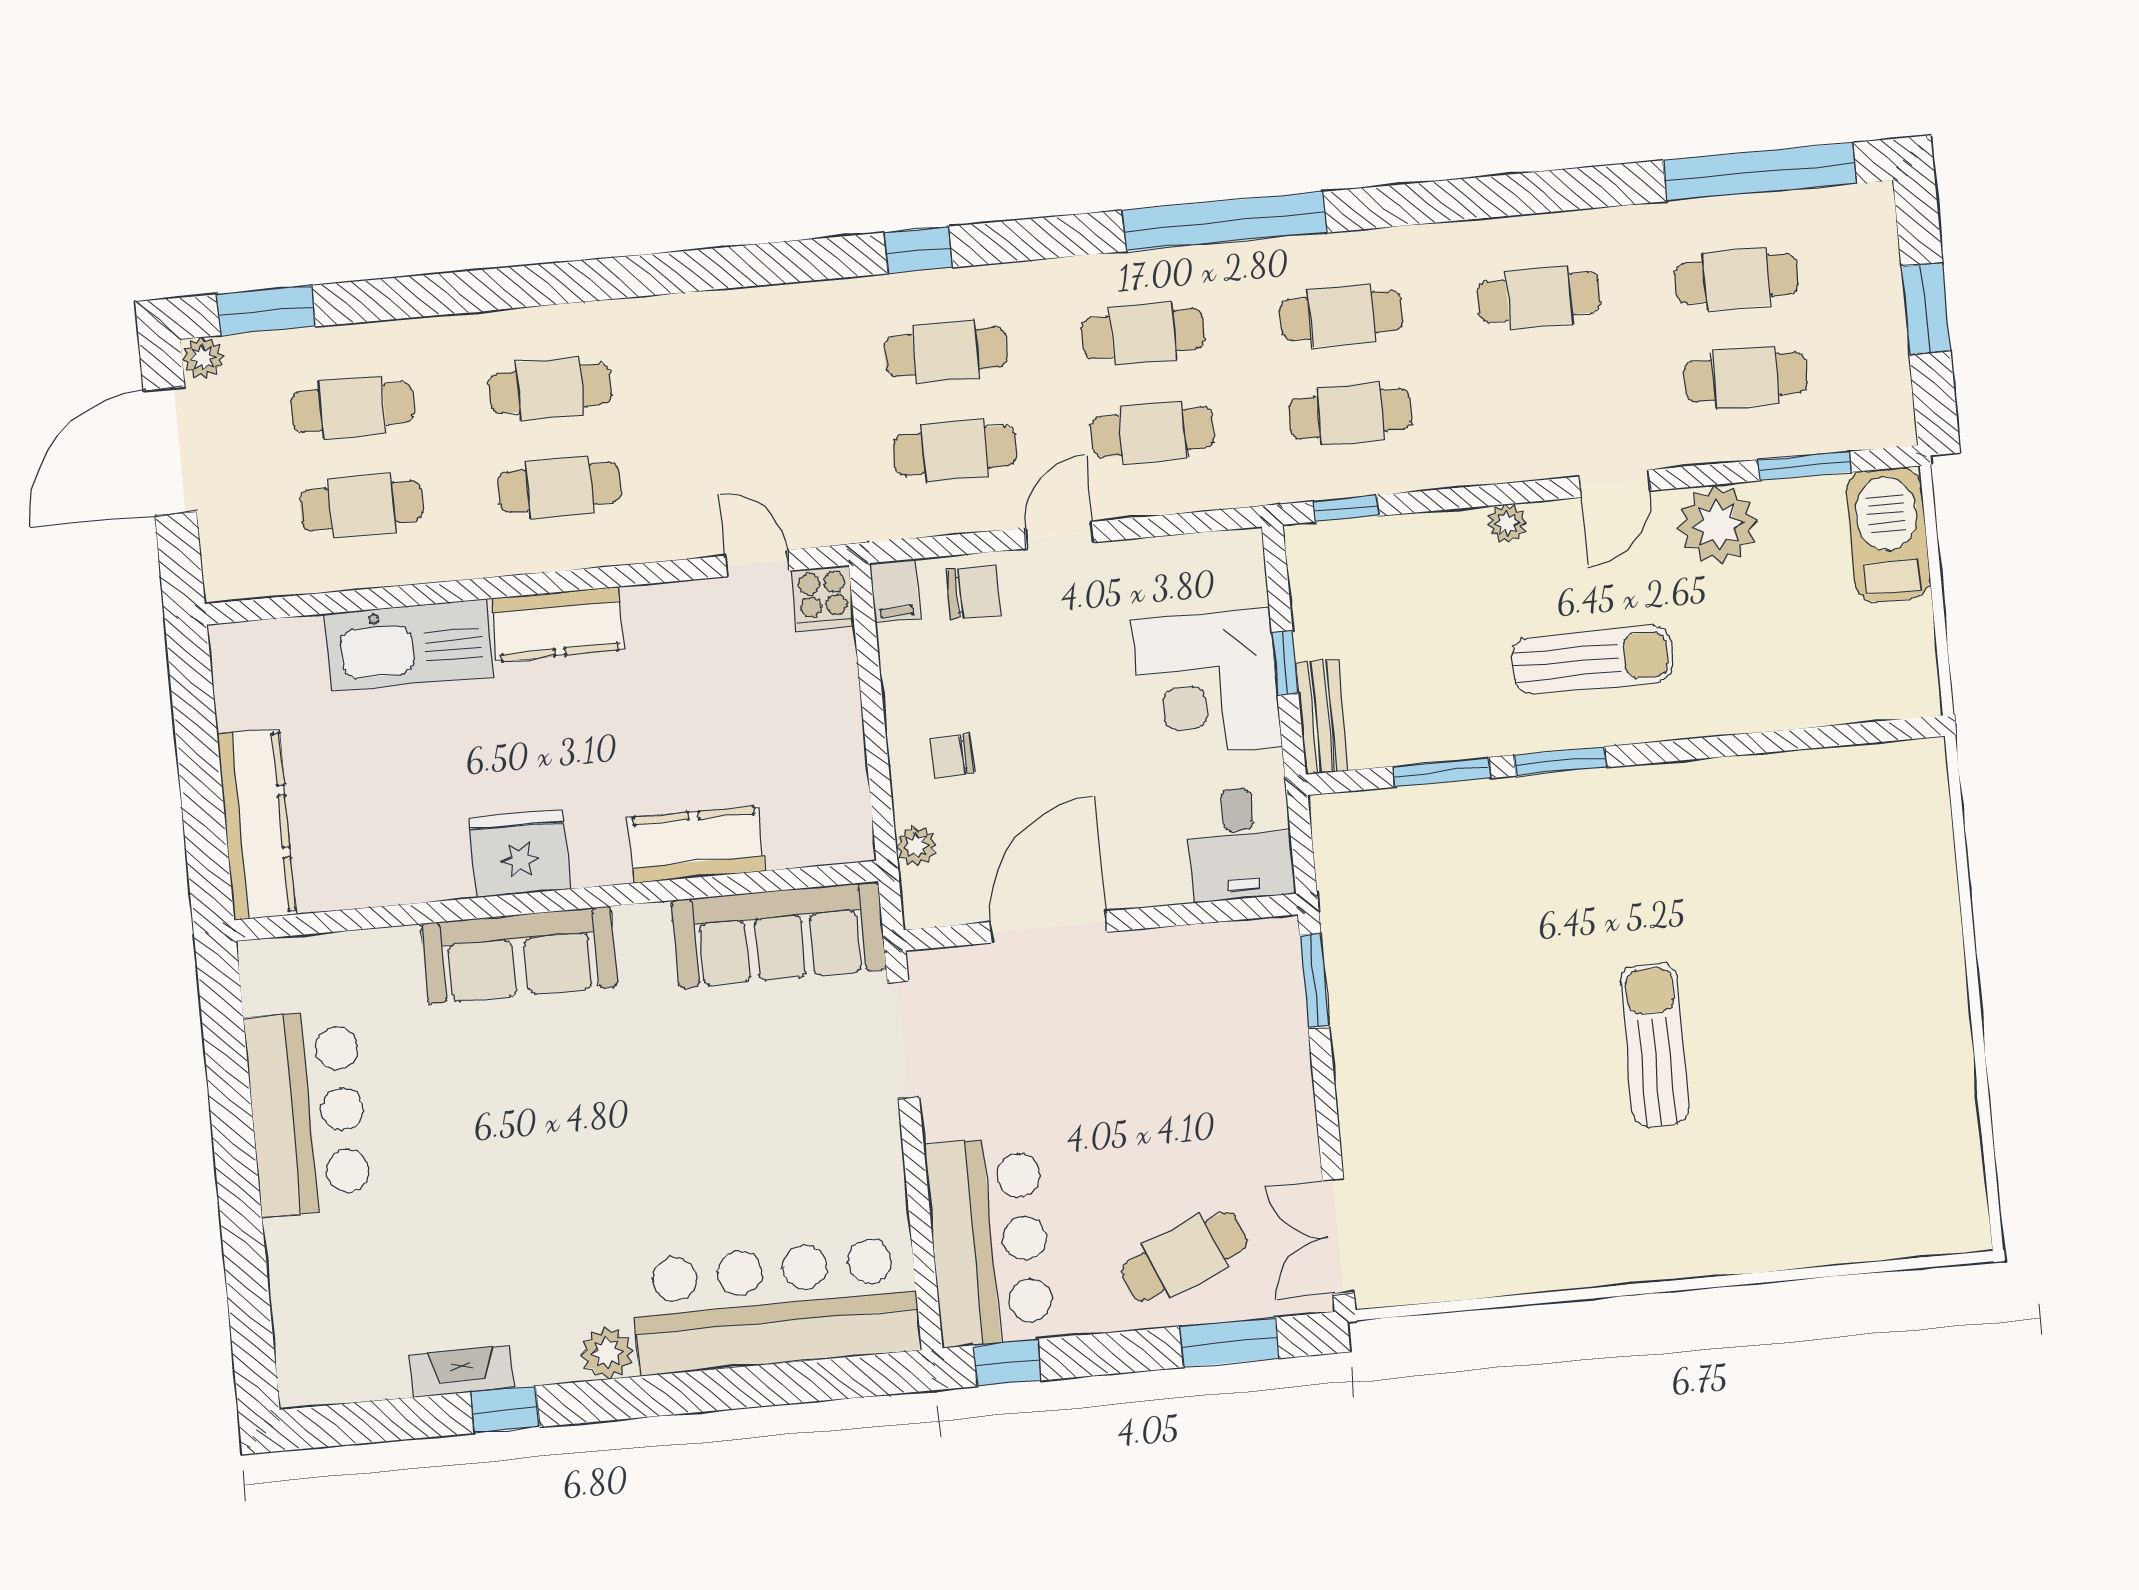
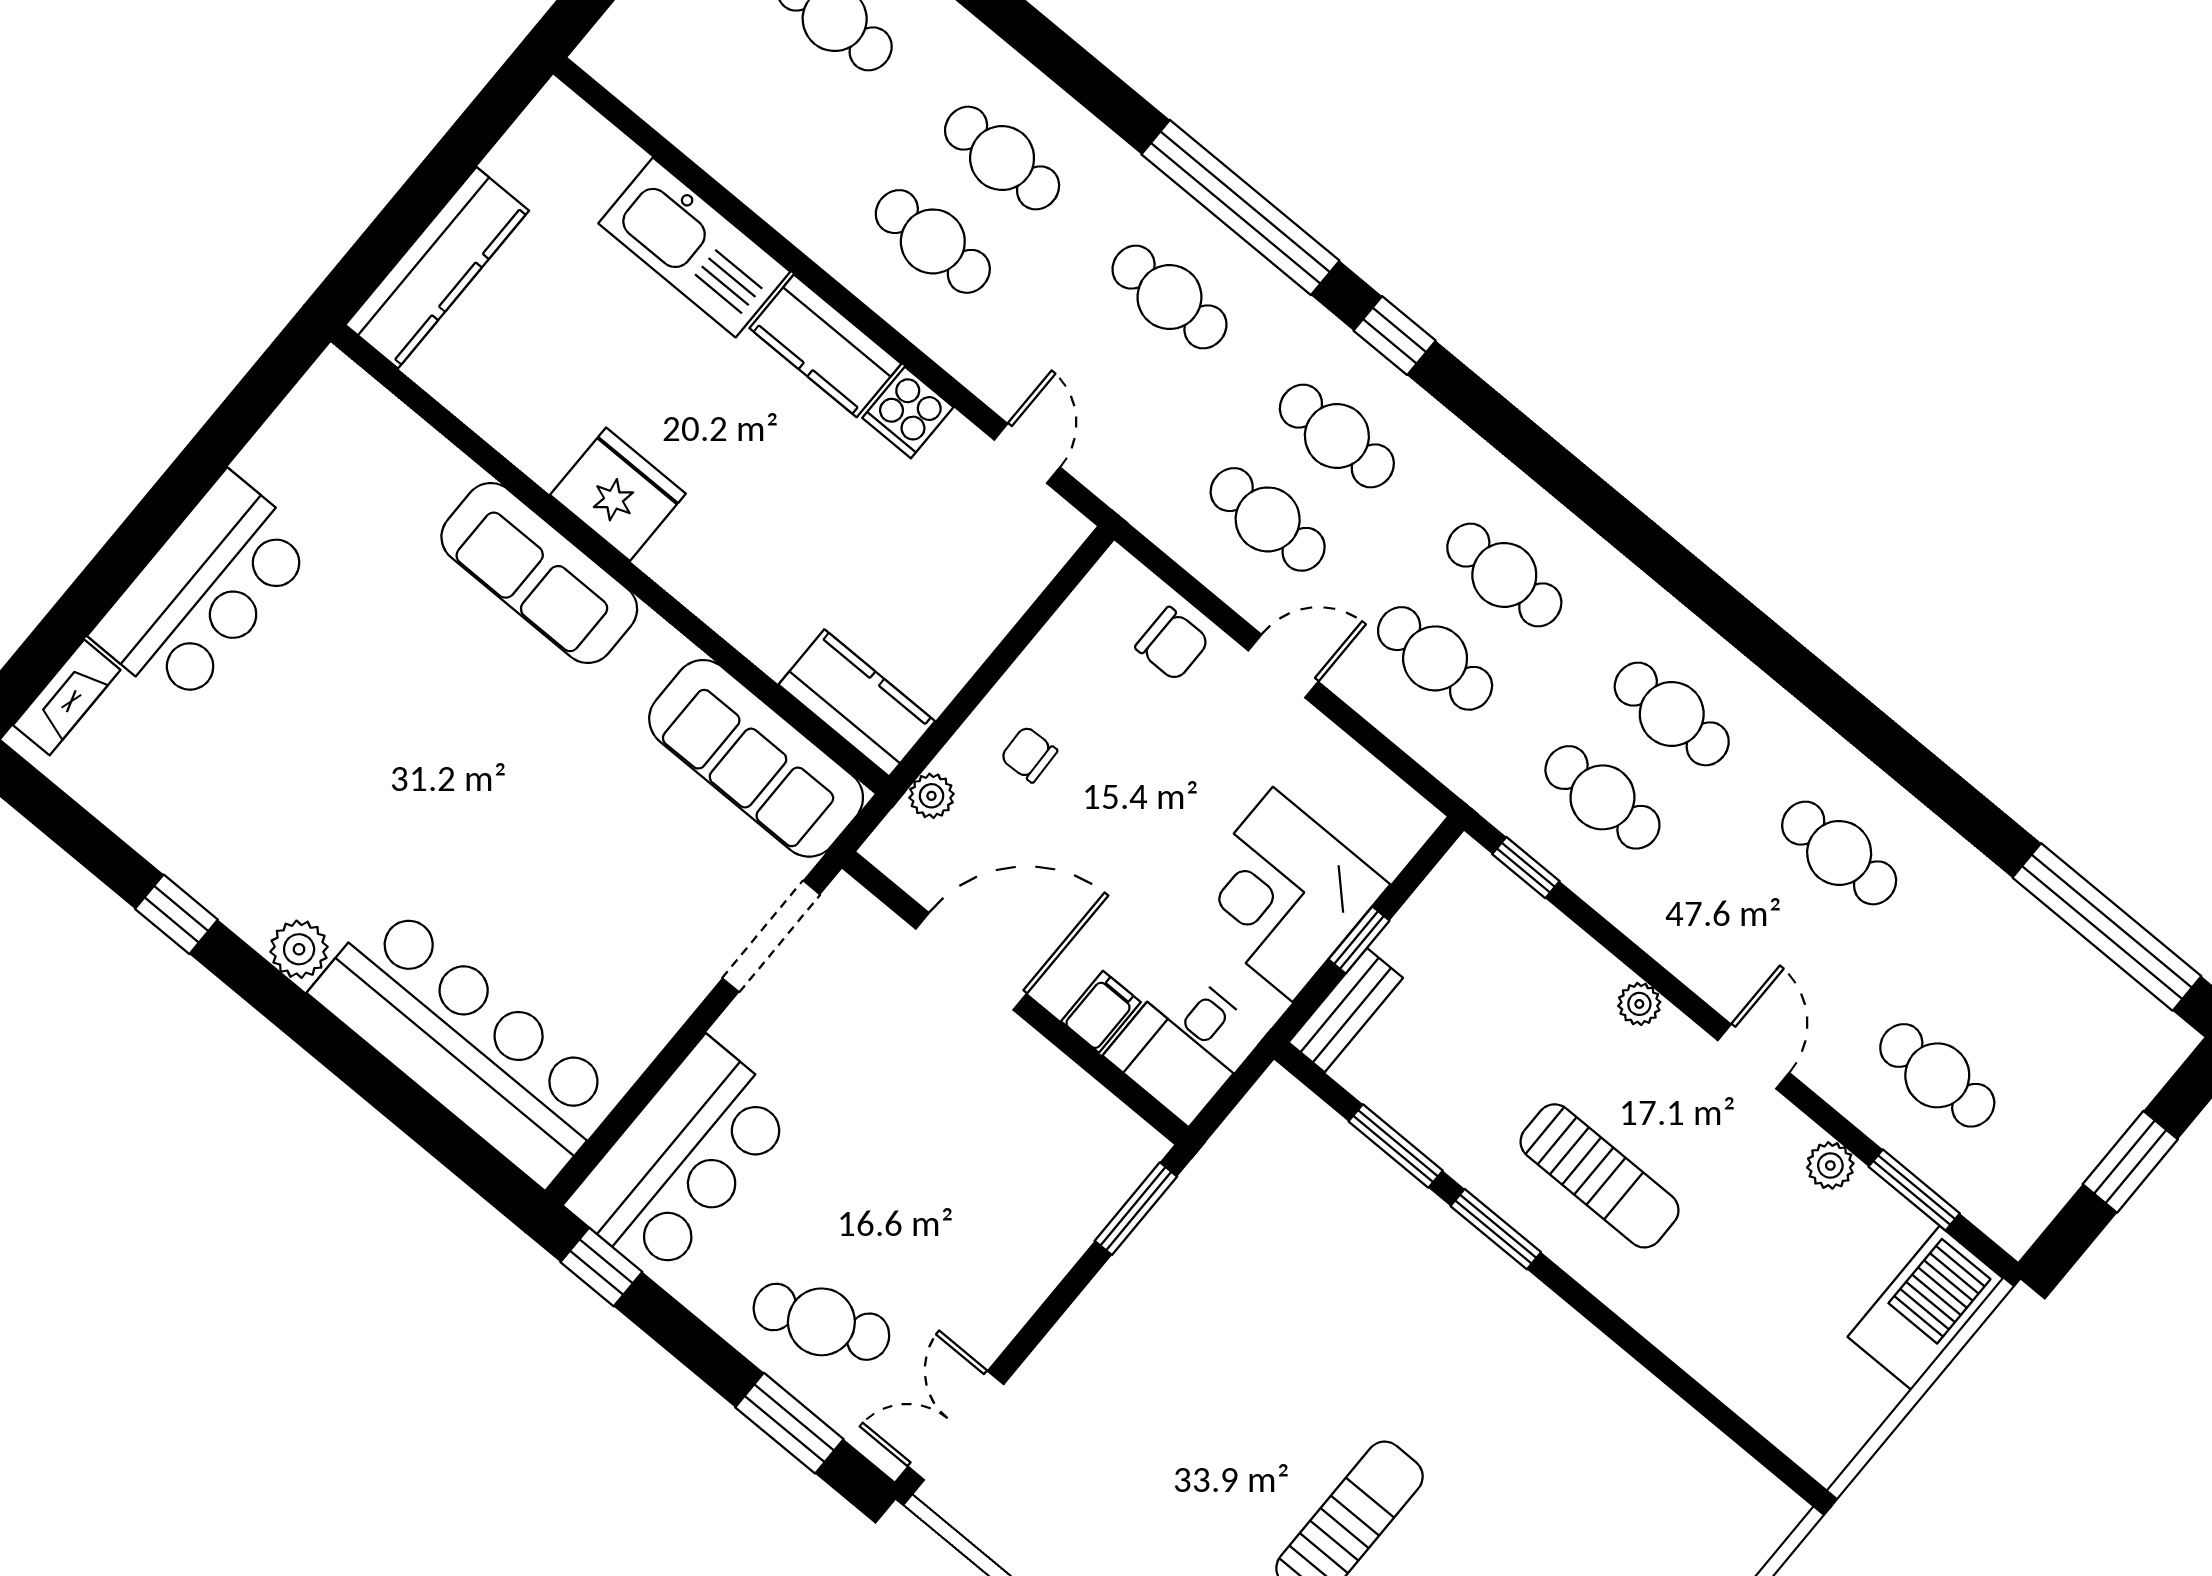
window: (1224, 222) -> (1240, 208), moved
cafe table: (1736, 279) -> (2007, 992), removed
door: (1615, 484) -> (1754, 1057), swing flipped
cafe table: (362, 506) -> (1169, 297), moved
plant: (1718, 525) -> (1830, 1165), width x0.53, depth x0.53
filing cabinet: (895, 591) -> (1101, 1012), moved, turned 180
cooker: (823, 598) -> (908, 412), moved
kitchen counter: (696, 844) -> (857, 703), moved
bar counter: (308, 1113) -> (204, 590), moved
fireplace: (462, 1371) -> (67, 697), moved, turned 90

